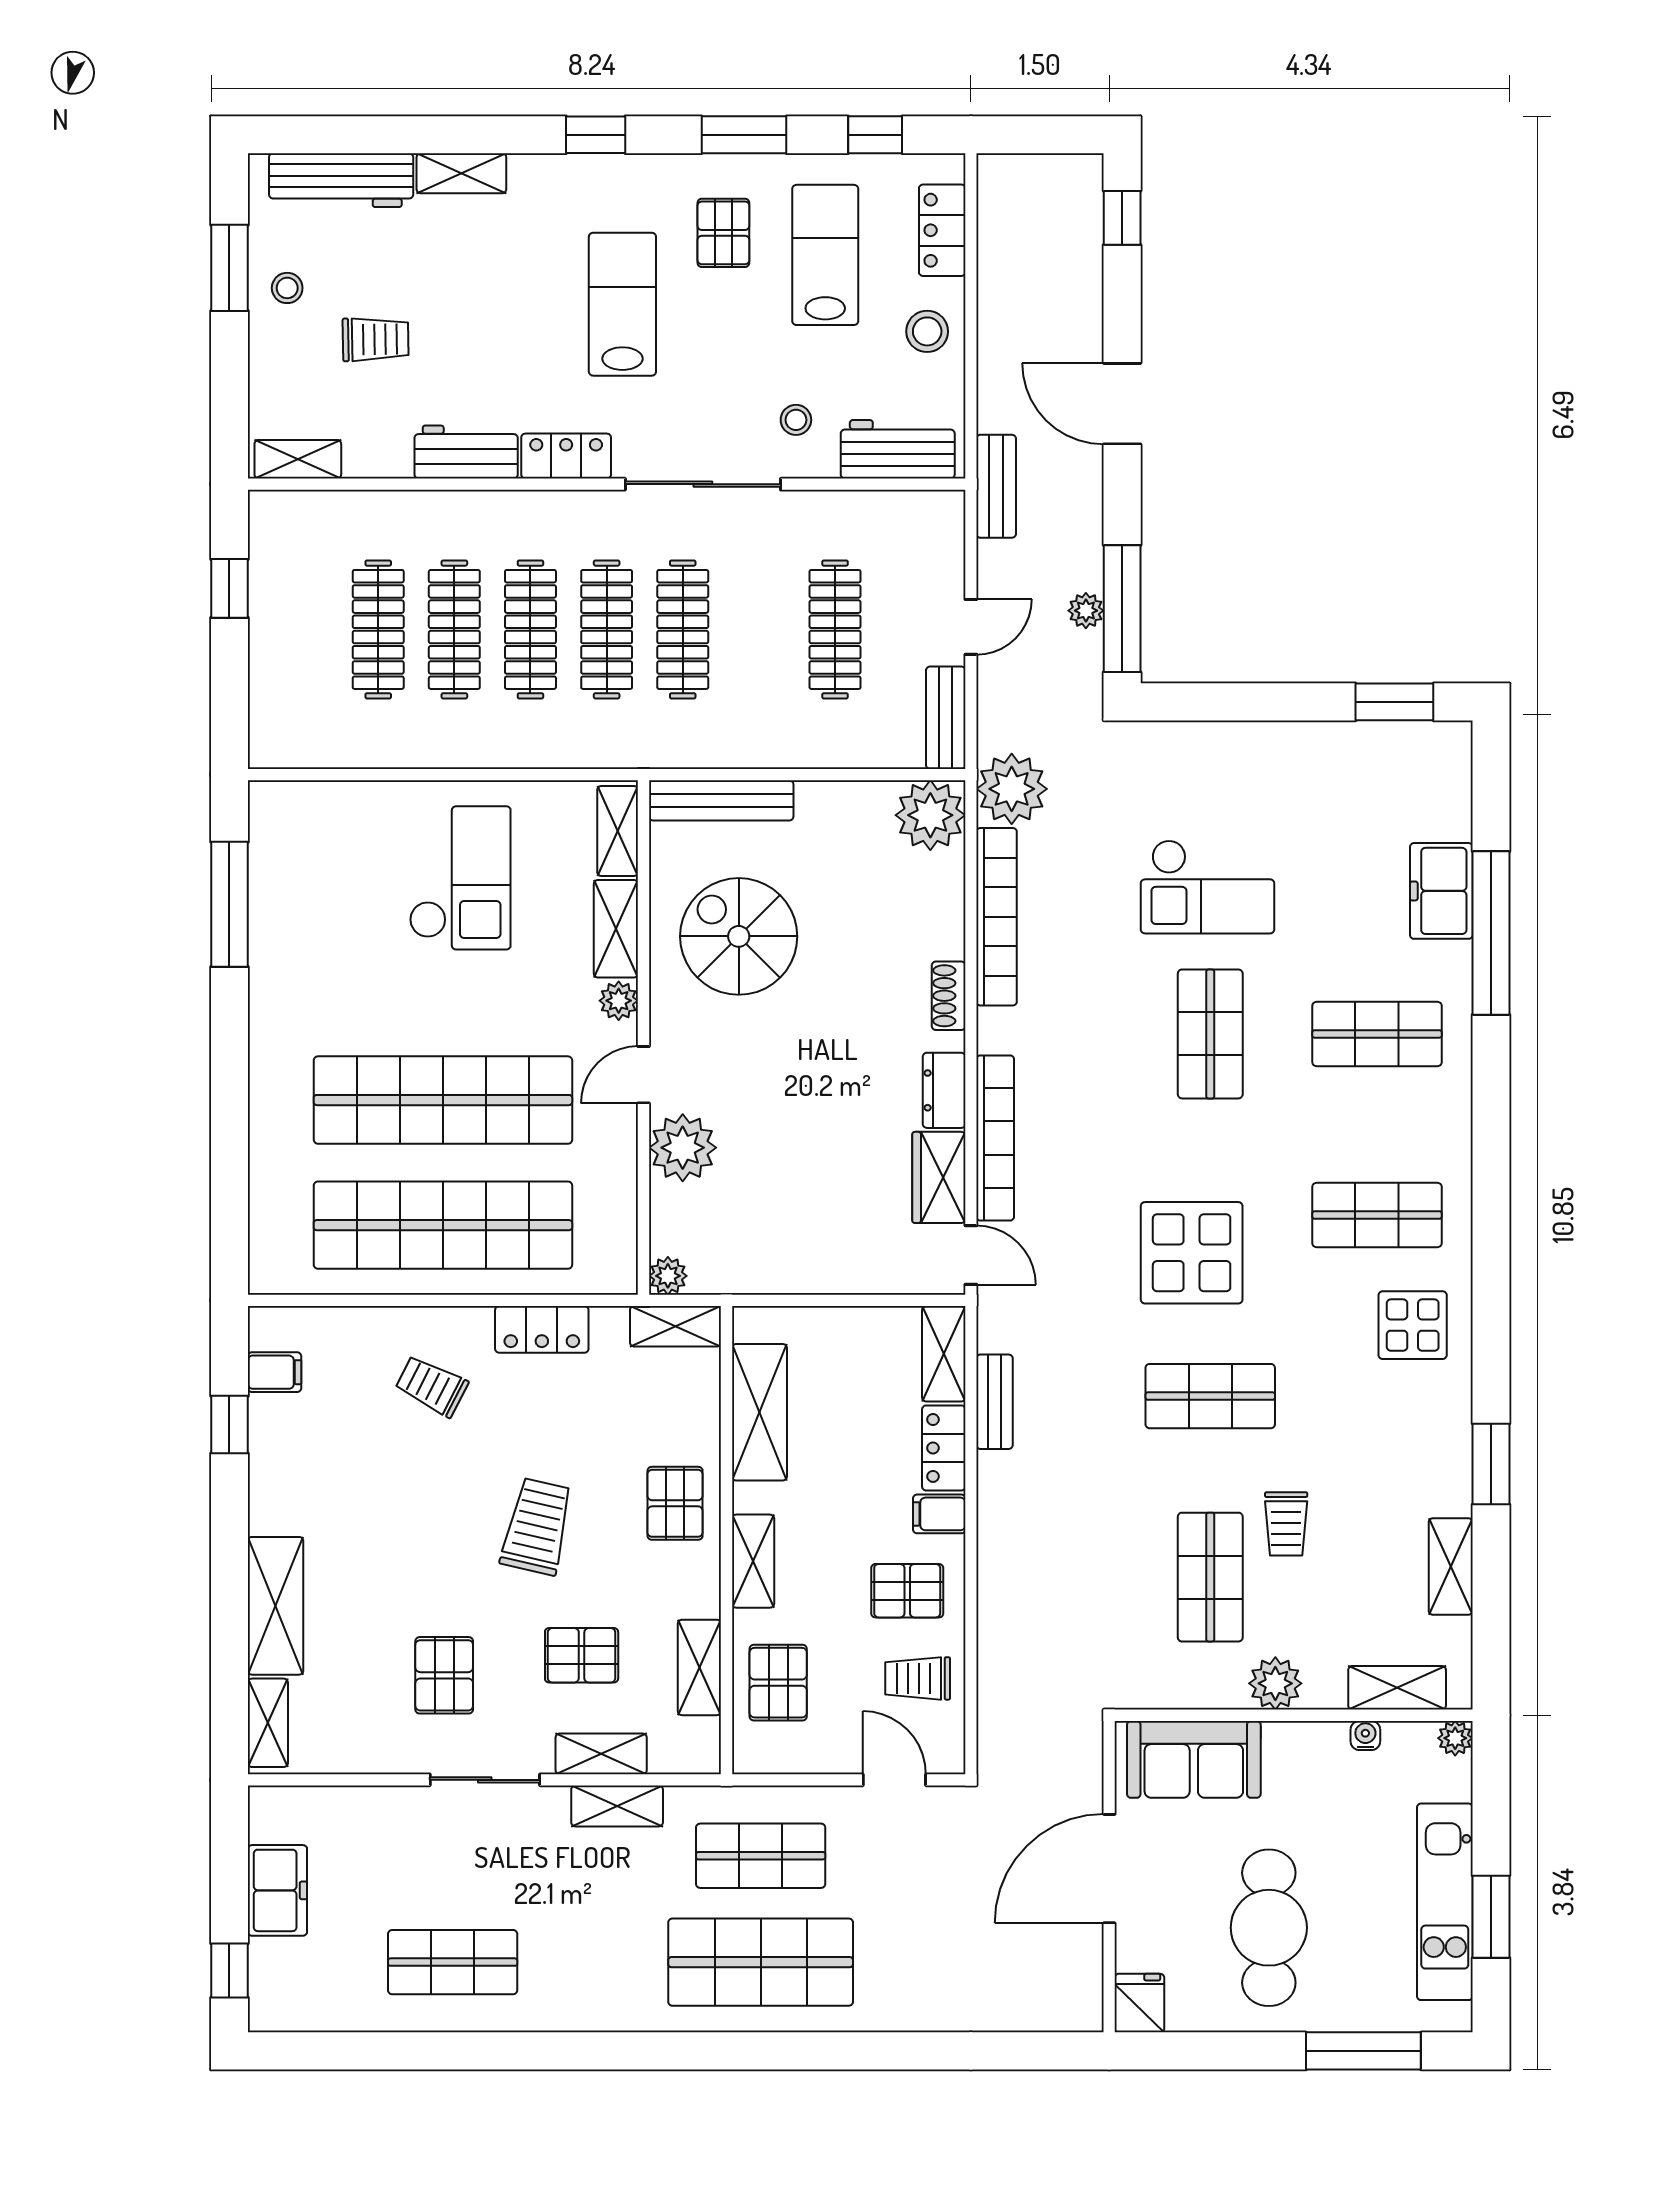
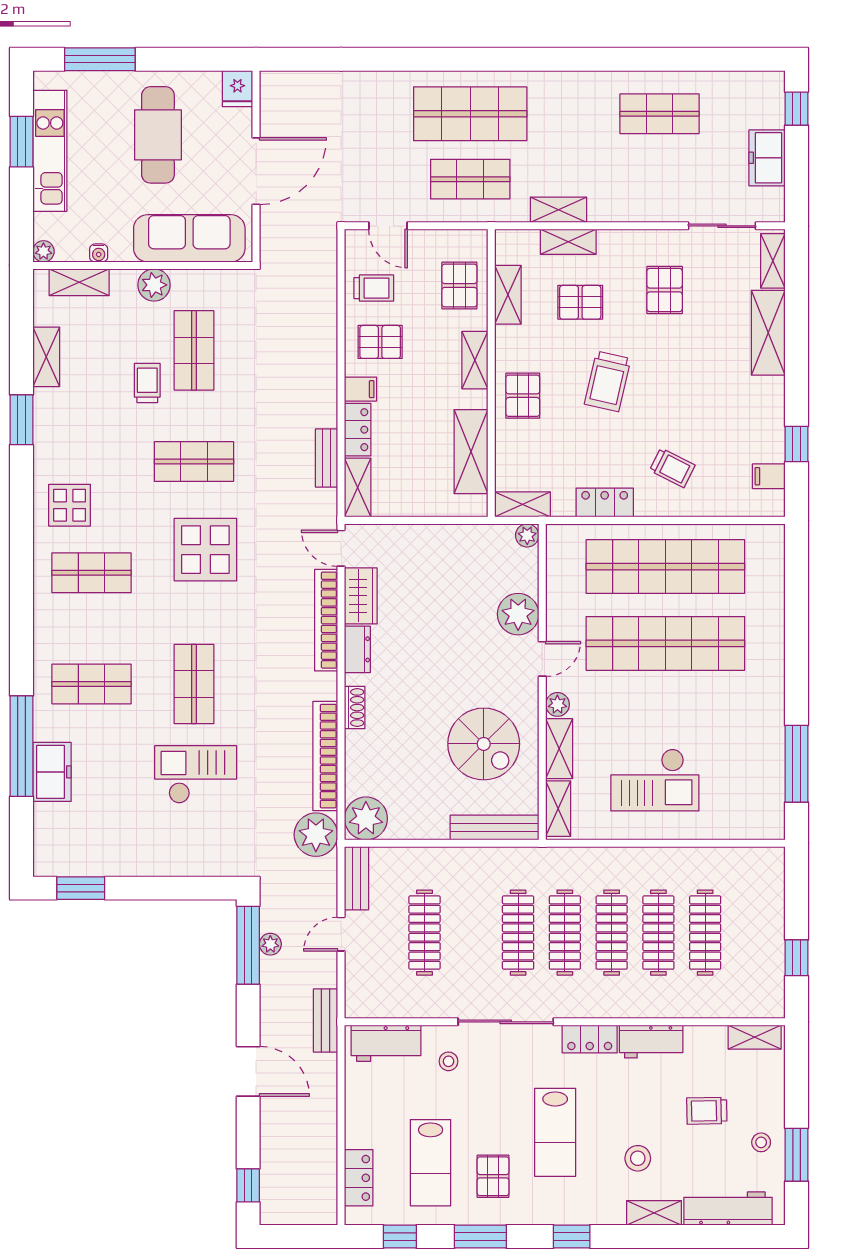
stool: (927, 331) -> (638, 1158), moved
checkout: (460, 878) -> (655, 780), turned -90
sofa: (1194, 1759) -> (189, 238), width x1.36
sliding door: (485, 1780) -> (722, 226), moved

